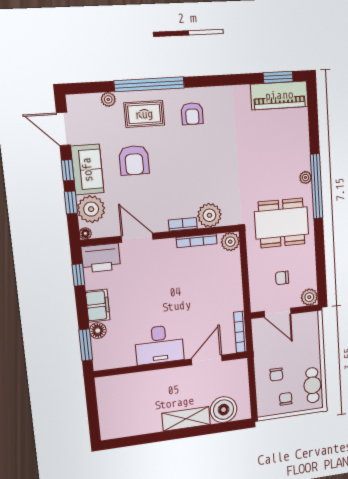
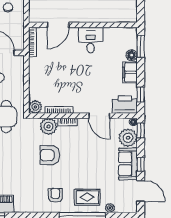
armchair: (134, 160) -> (50, 155), moved, turned -90
window: (71, 202) -> (141, 130), moved
desk: (159, 345) -> (91, 40), width x0.73

